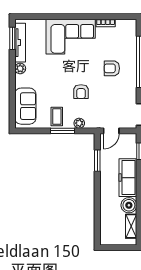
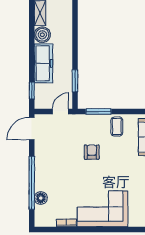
floor lamp: (130, 47) -> (41, 198), added
armchair: (112, 68) -> (60, 176), removed
plant: (79, 123) -> (94, 119), removed
window: (62, 131) -> (98, 112), moved

